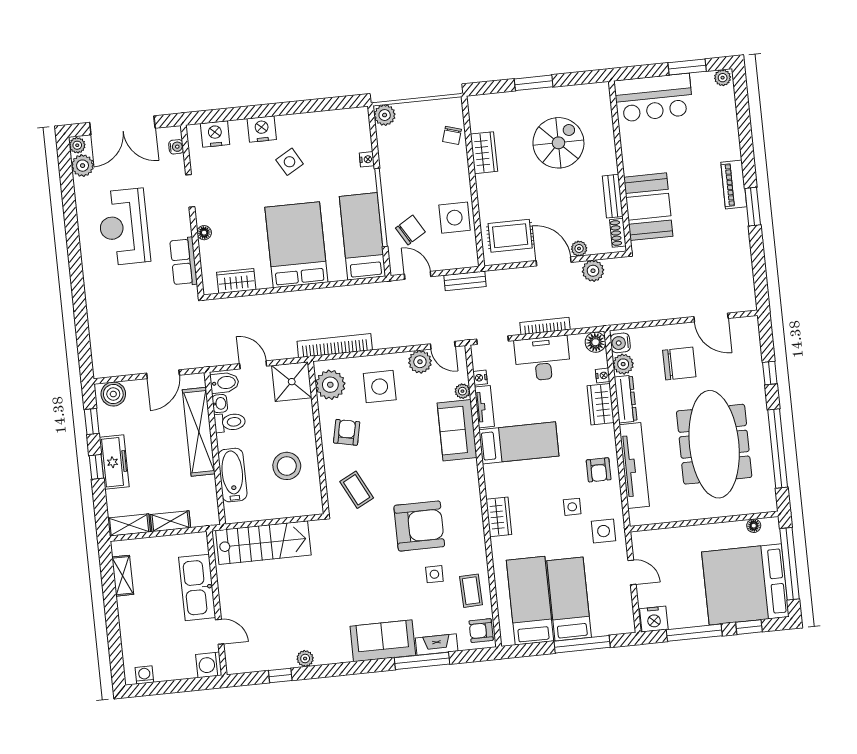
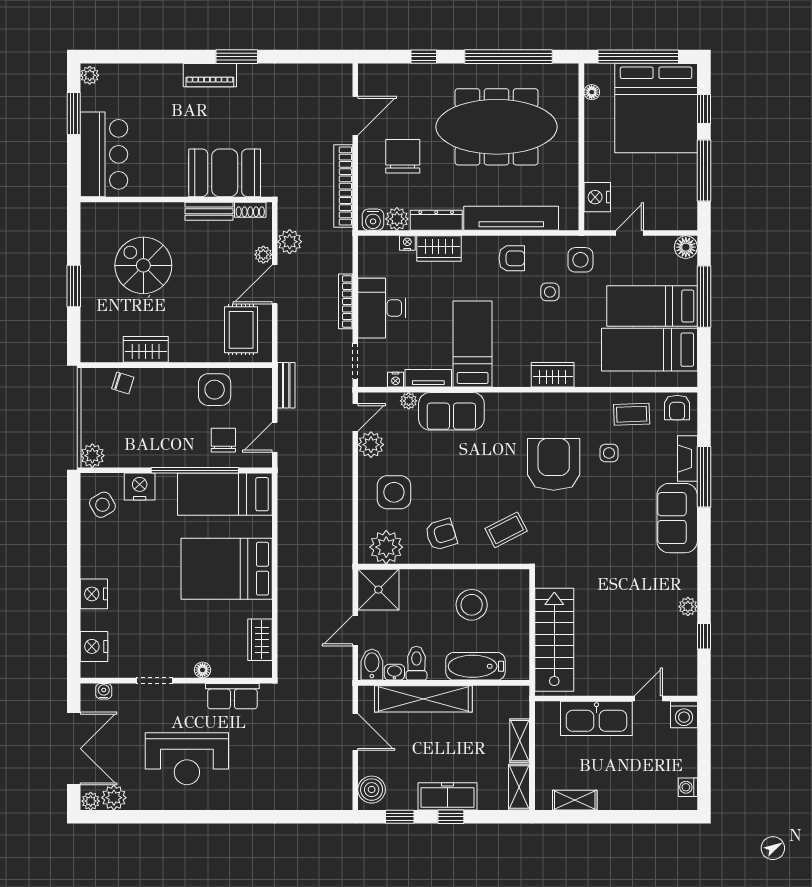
nightstand: (367, 159) -> (140, 487), width x1.89, depth x1.79
side table: (290, 162) -> (102, 505), moved
chair: (410, 230) -> (223, 440), turned 31
floor lamp: (595, 342) -> (686, 247), moved
bookcase: (335, 346) -> (343, 186), moved
armchair: (347, 432) -> (441, 534), turned 151
nightstand: (654, 619) -> (597, 197), moved, turned 180

